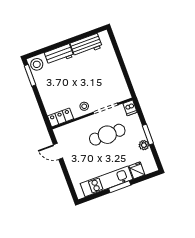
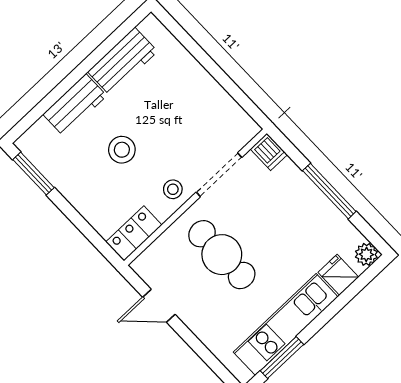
stool: (37, 64) -> (122, 150), moved
cafe table: (107, 135) -> (222, 255), moved, turned 90
window: (148, 135) -> (329, 191), width x1.44
plant: (144, 145) -> (366, 254), moved
window: (120, 187) -> (282, 358), moved

